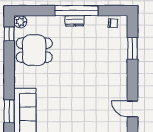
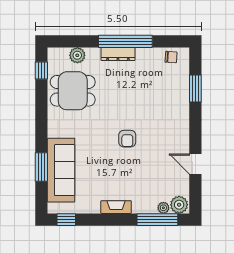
dresser: (75, 21) -> (118, 54), width x1.44
plant: (20, 22) -> (77, 55), moved
armchair: (78, 89) -> (127, 139), added

